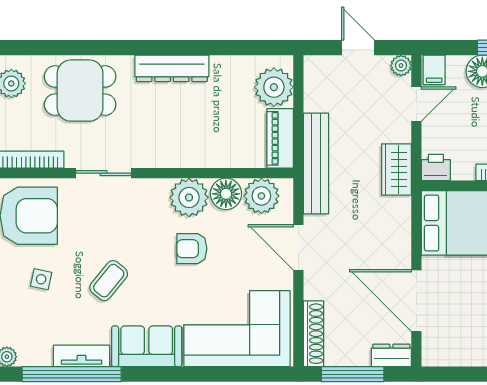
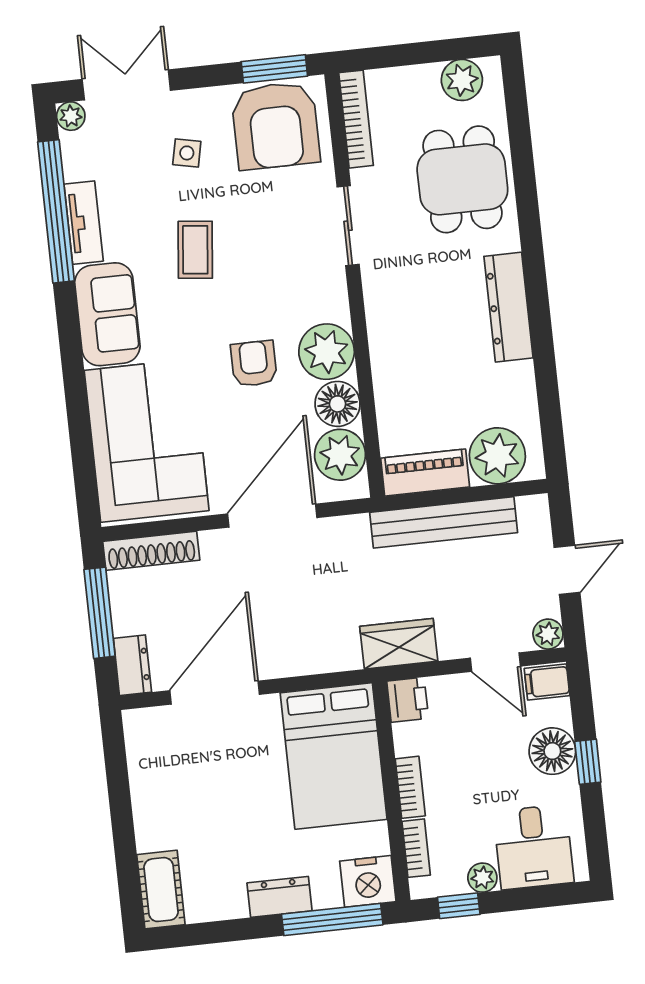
bench: (316, 164) -> (444, 522), moved
door: (298, 247) -> (272, 516), width x1.36
coffee table: (109, 281) -> (195, 250), turned 57

